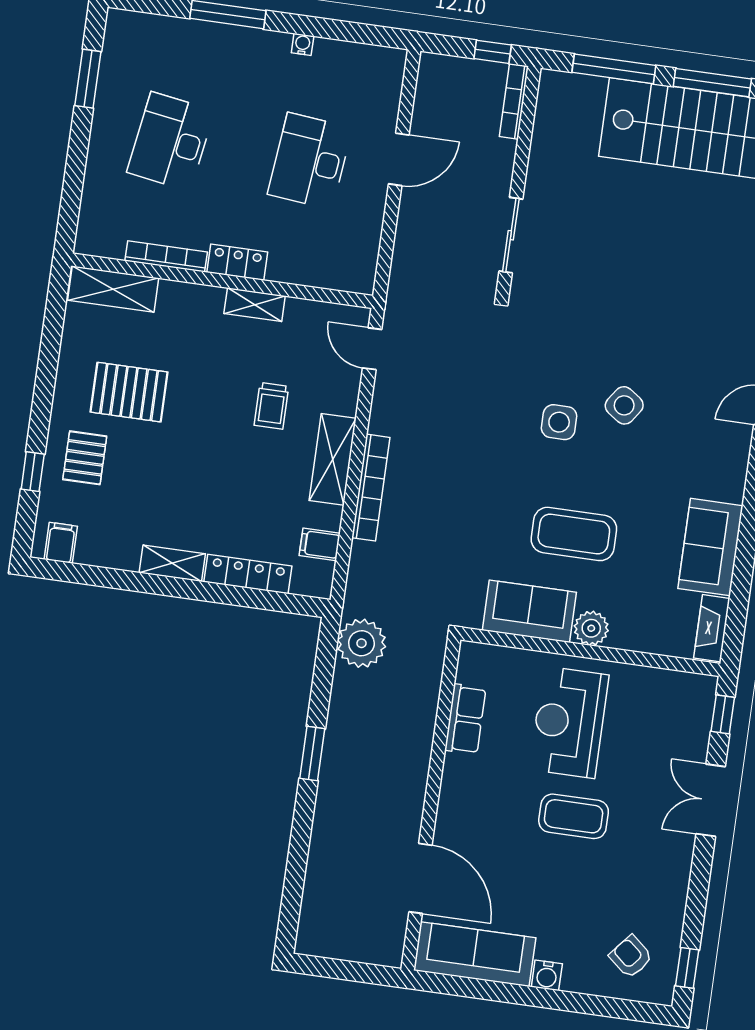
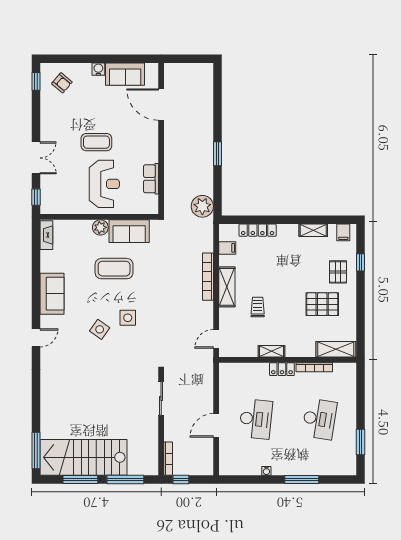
door: (372, 349) -> (216, 339), swing flipped
sofa: (710, 547) -> (52, 294), moved
shelving: (172, 563) -> (313, 230), moved
sofa: (475, 954) -> (125, 74), width x0.73

